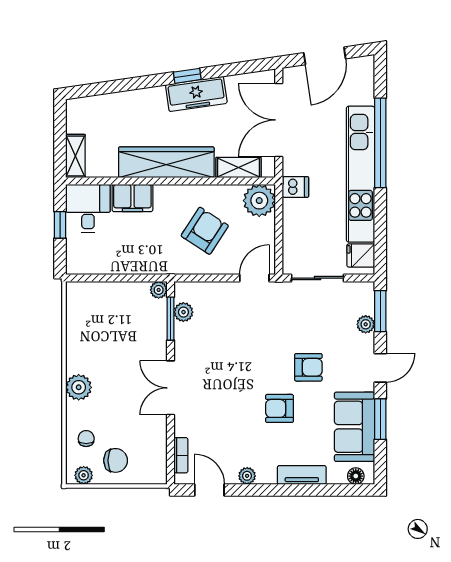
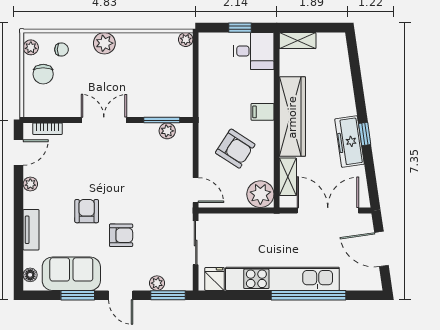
dishwasher: (295, 187) -> (272, 224), removed
filing cabinet: (132, 198) -> (262, 112), moved, width x0.50
plant: (159, 290) -> (186, 39), moved
armchair: (308, 367) -> (121, 235), turned -90

